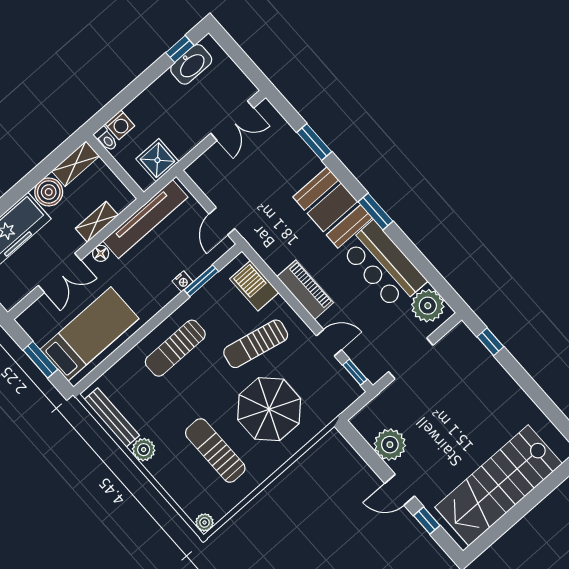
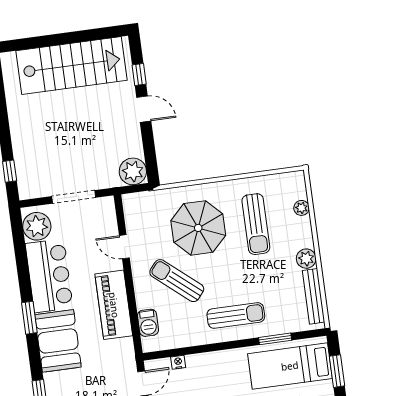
nightstand: (183, 281) -> (178, 362), moved
window: (201, 281) -> (275, 339), moved
barbecue: (254, 286) -> (148, 323), width x0.73, depth x0.79
piano: (305, 290) -> (114, 305), width x1.37, depth x1.33
sun lounger: (256, 344) -> (177, 281), turned -152
window: (355, 372) -> (120, 214), removed
plant: (390, 445) -> (133, 171), moved
plant: (205, 522) -> (302, 208), moved

